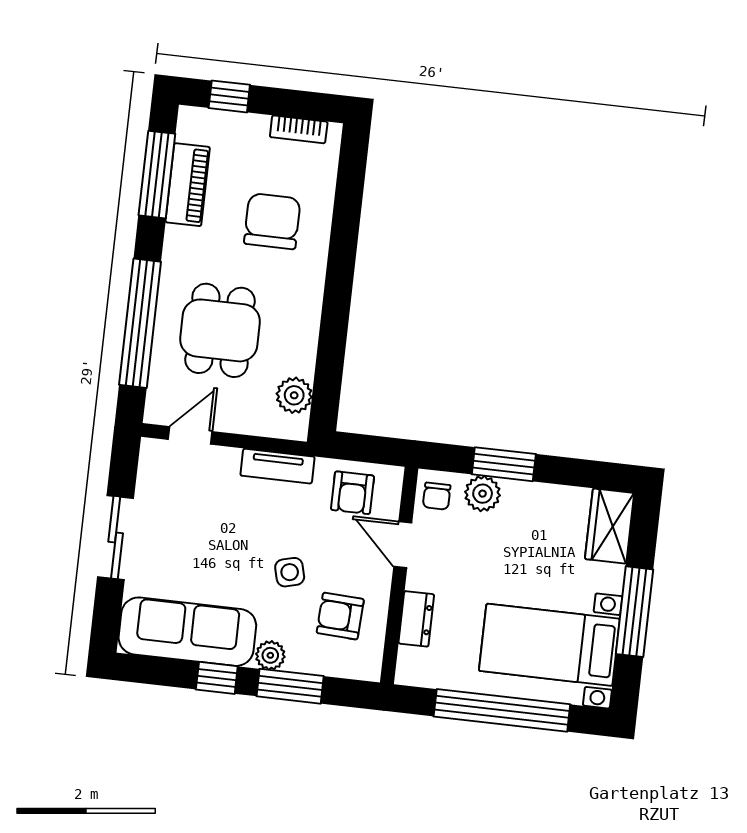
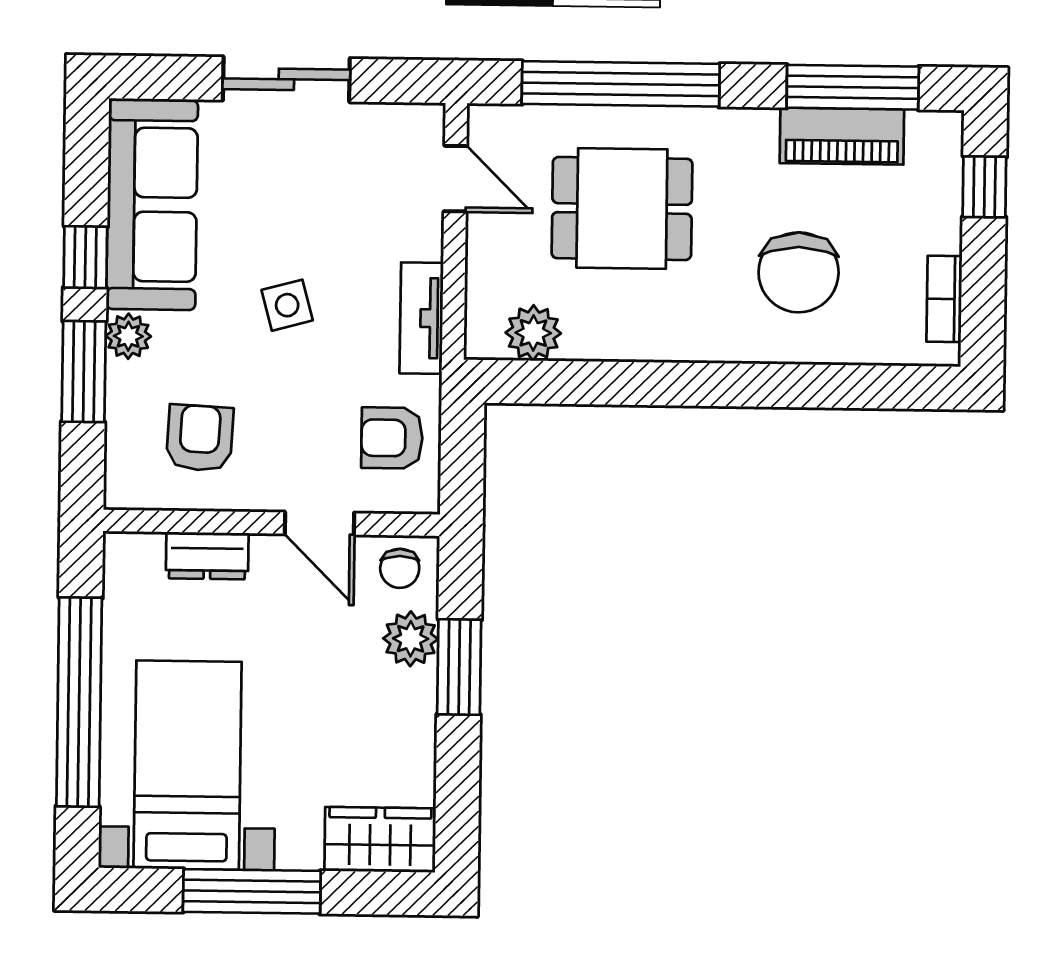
chair: (272, 221) -> (799, 272), turned 90
chair: (437, 496) -> (400, 568), turned -90
door: (403, 545) -> (319, 523), swing flipped
side table: (290, 572) -> (287, 305), moved

